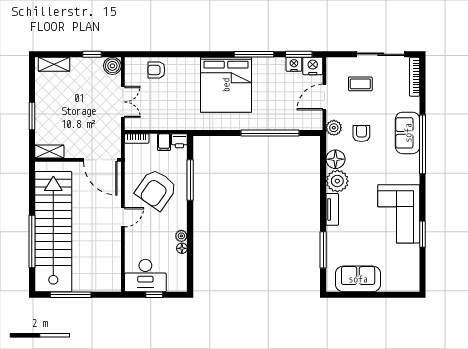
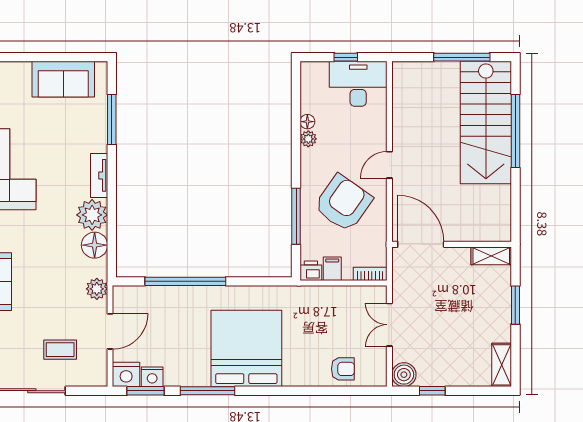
shelving: (54, 64) -> (502, 365), moved, turned 90
armchair: (361, 133) -> (58, 281), removed
stairs: (53, 232) -> (486, 122), width x0.73

